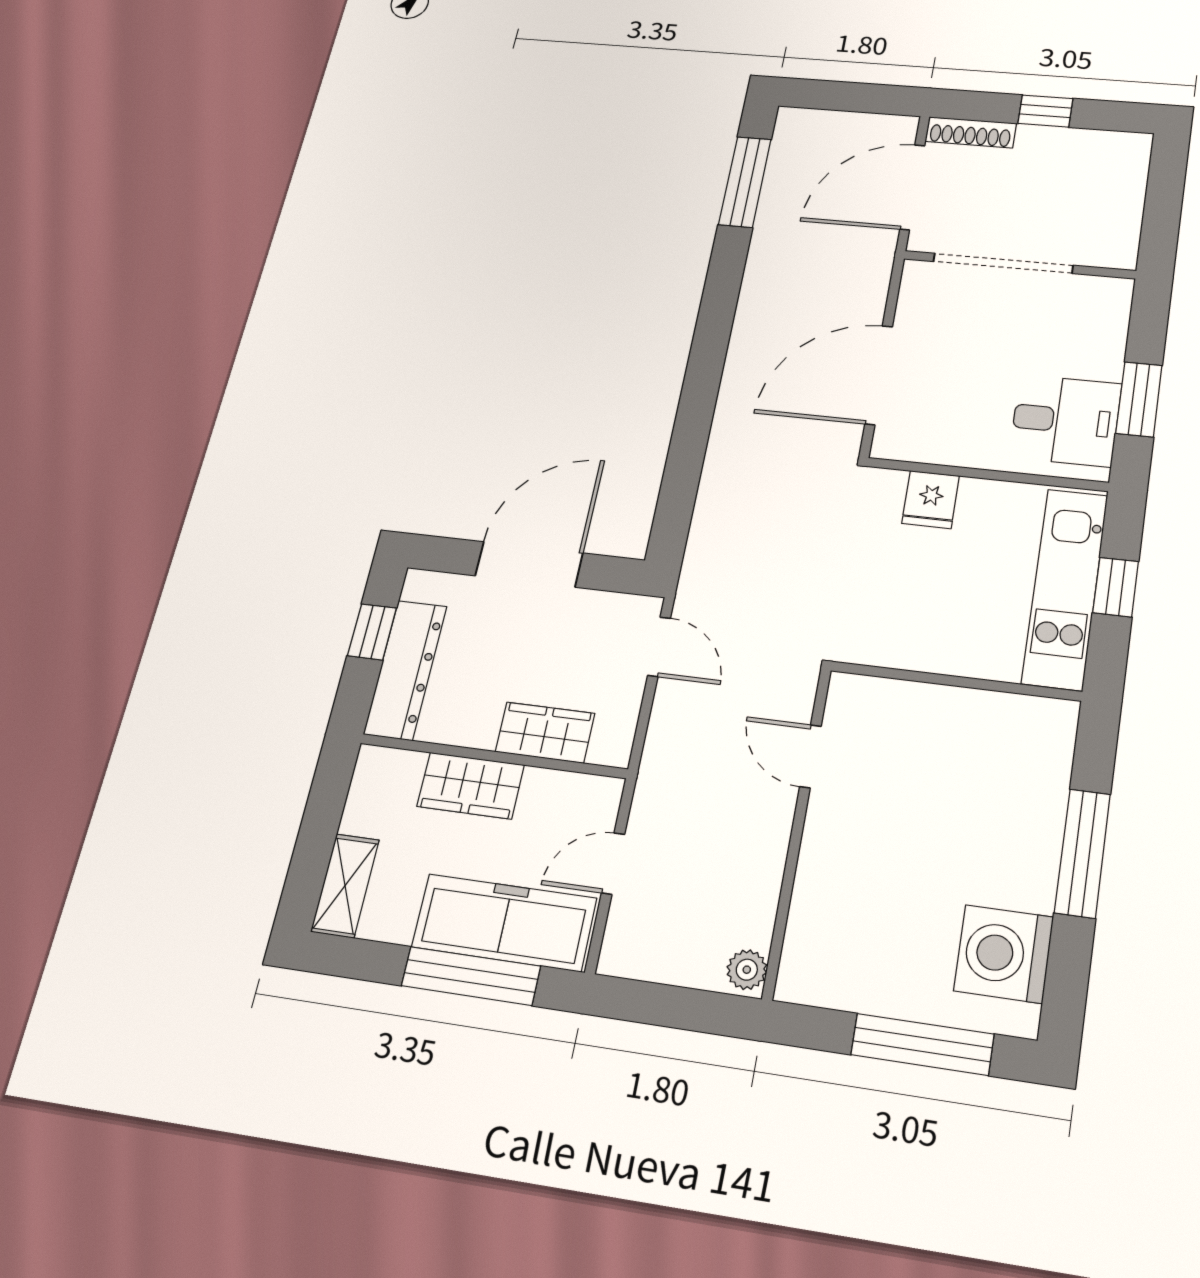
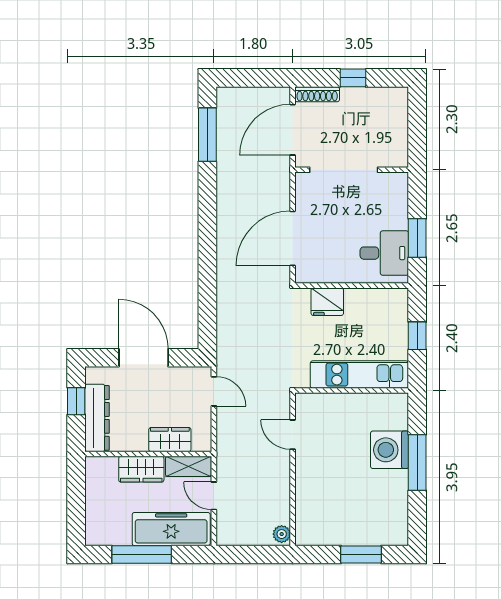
fridge: (931, 500) -> (327, 302), width x1.38
door: (529, 564) -> (144, 358), hinge flipped
kitchen unit: (1065, 588) -> (359, 375), moved, turned 90
door: (613, 864) -> (214, 496), hinge flipped
shelving: (345, 886) -> (188, 466), moved, turned 90
washing machine: (1004, 954) -> (390, 450), moved
window: (471, 976) -> (142, 555), moved
window: (922, 1044) -> (361, 555), width x0.69

